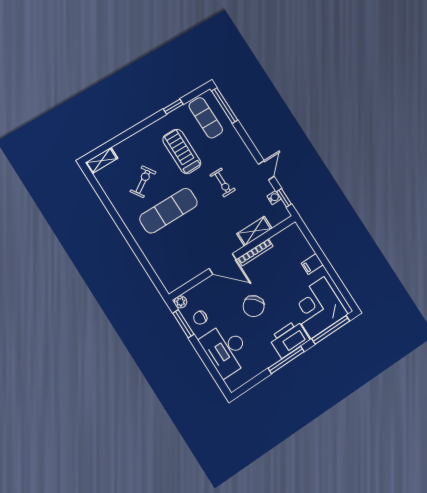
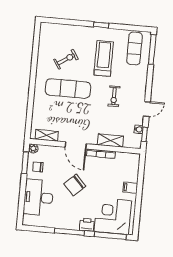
window: (173, 107) -> (101, 25), moved
shelving: (102, 161) -> (47, 135), moved
printer: (289, 339) -> (87, 225), width x0.53, depth x0.68

